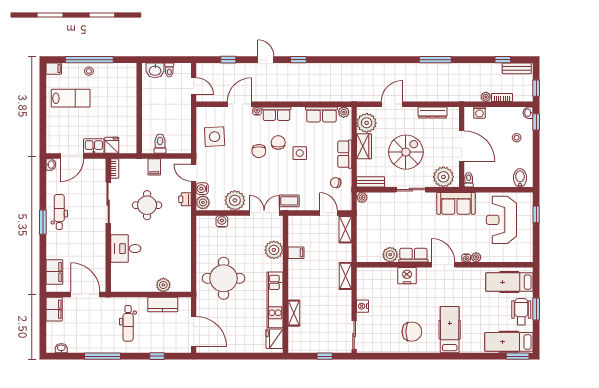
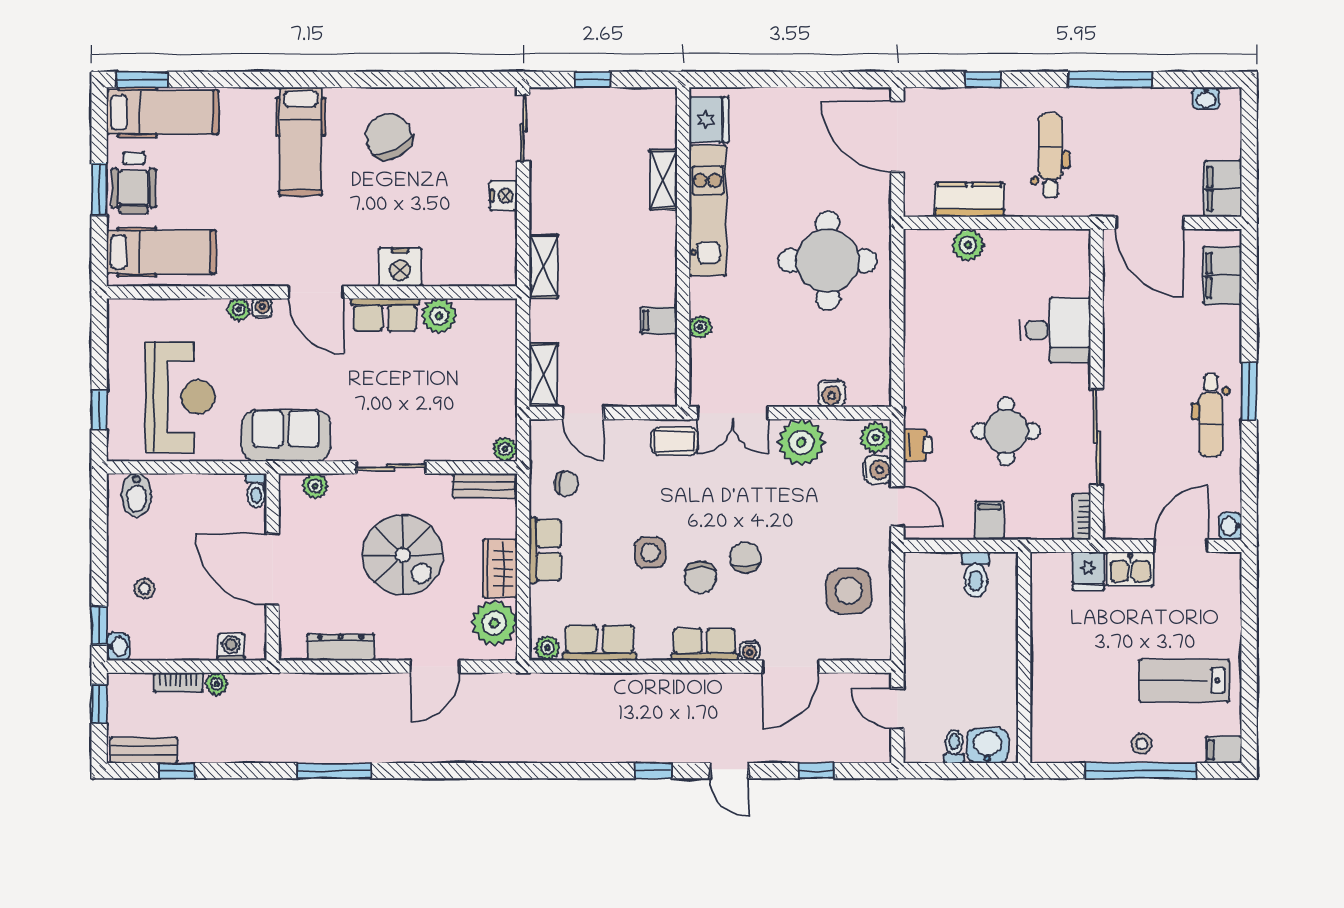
spiral stairs: (406, 152) -> (403, 555), turned -90
plant: (443, 177) -> (315, 486), width x0.53, depth x0.53
plant: (274, 250) -> (701, 327), width x0.53, depth x0.53
chair: (412, 332) -> (389, 136), turned 62

